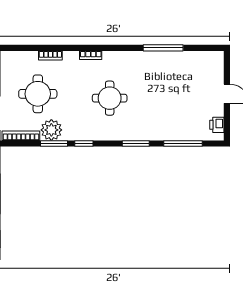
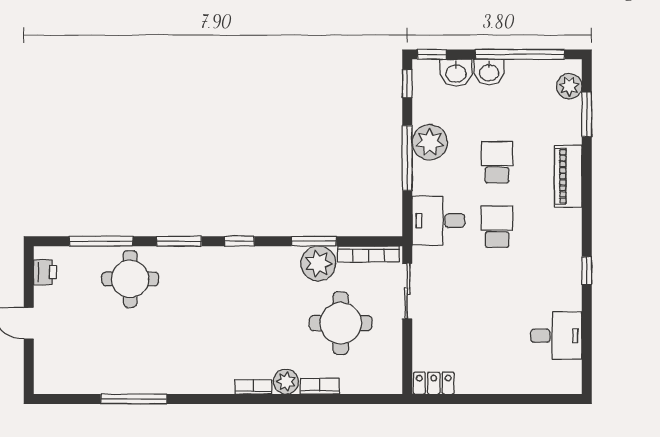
plant: (71, 58) -> (286, 382), added
round table: (110, 98) -> (130, 279), moved
window: (84, 143) -> (239, 241), moved

